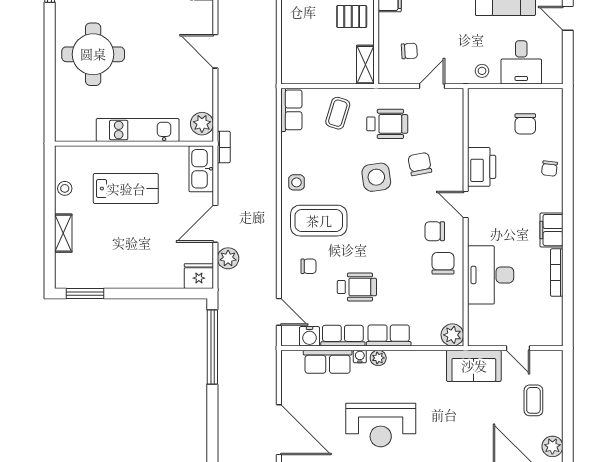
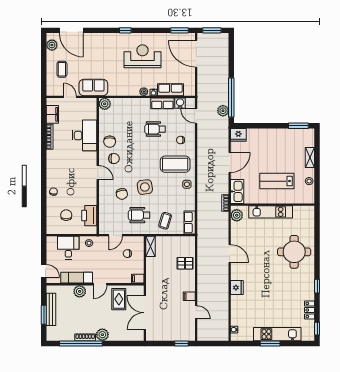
pallet: (352, 17) -> (185, 263), moved
printer: (482, 167) -> (89, 216), moved
filing cabinet: (551, 230) -> (52, 114), moved
plant: (228, 258) -> (223, 111), moved
row of seats: (389, 335) -> (138, 104), removed

